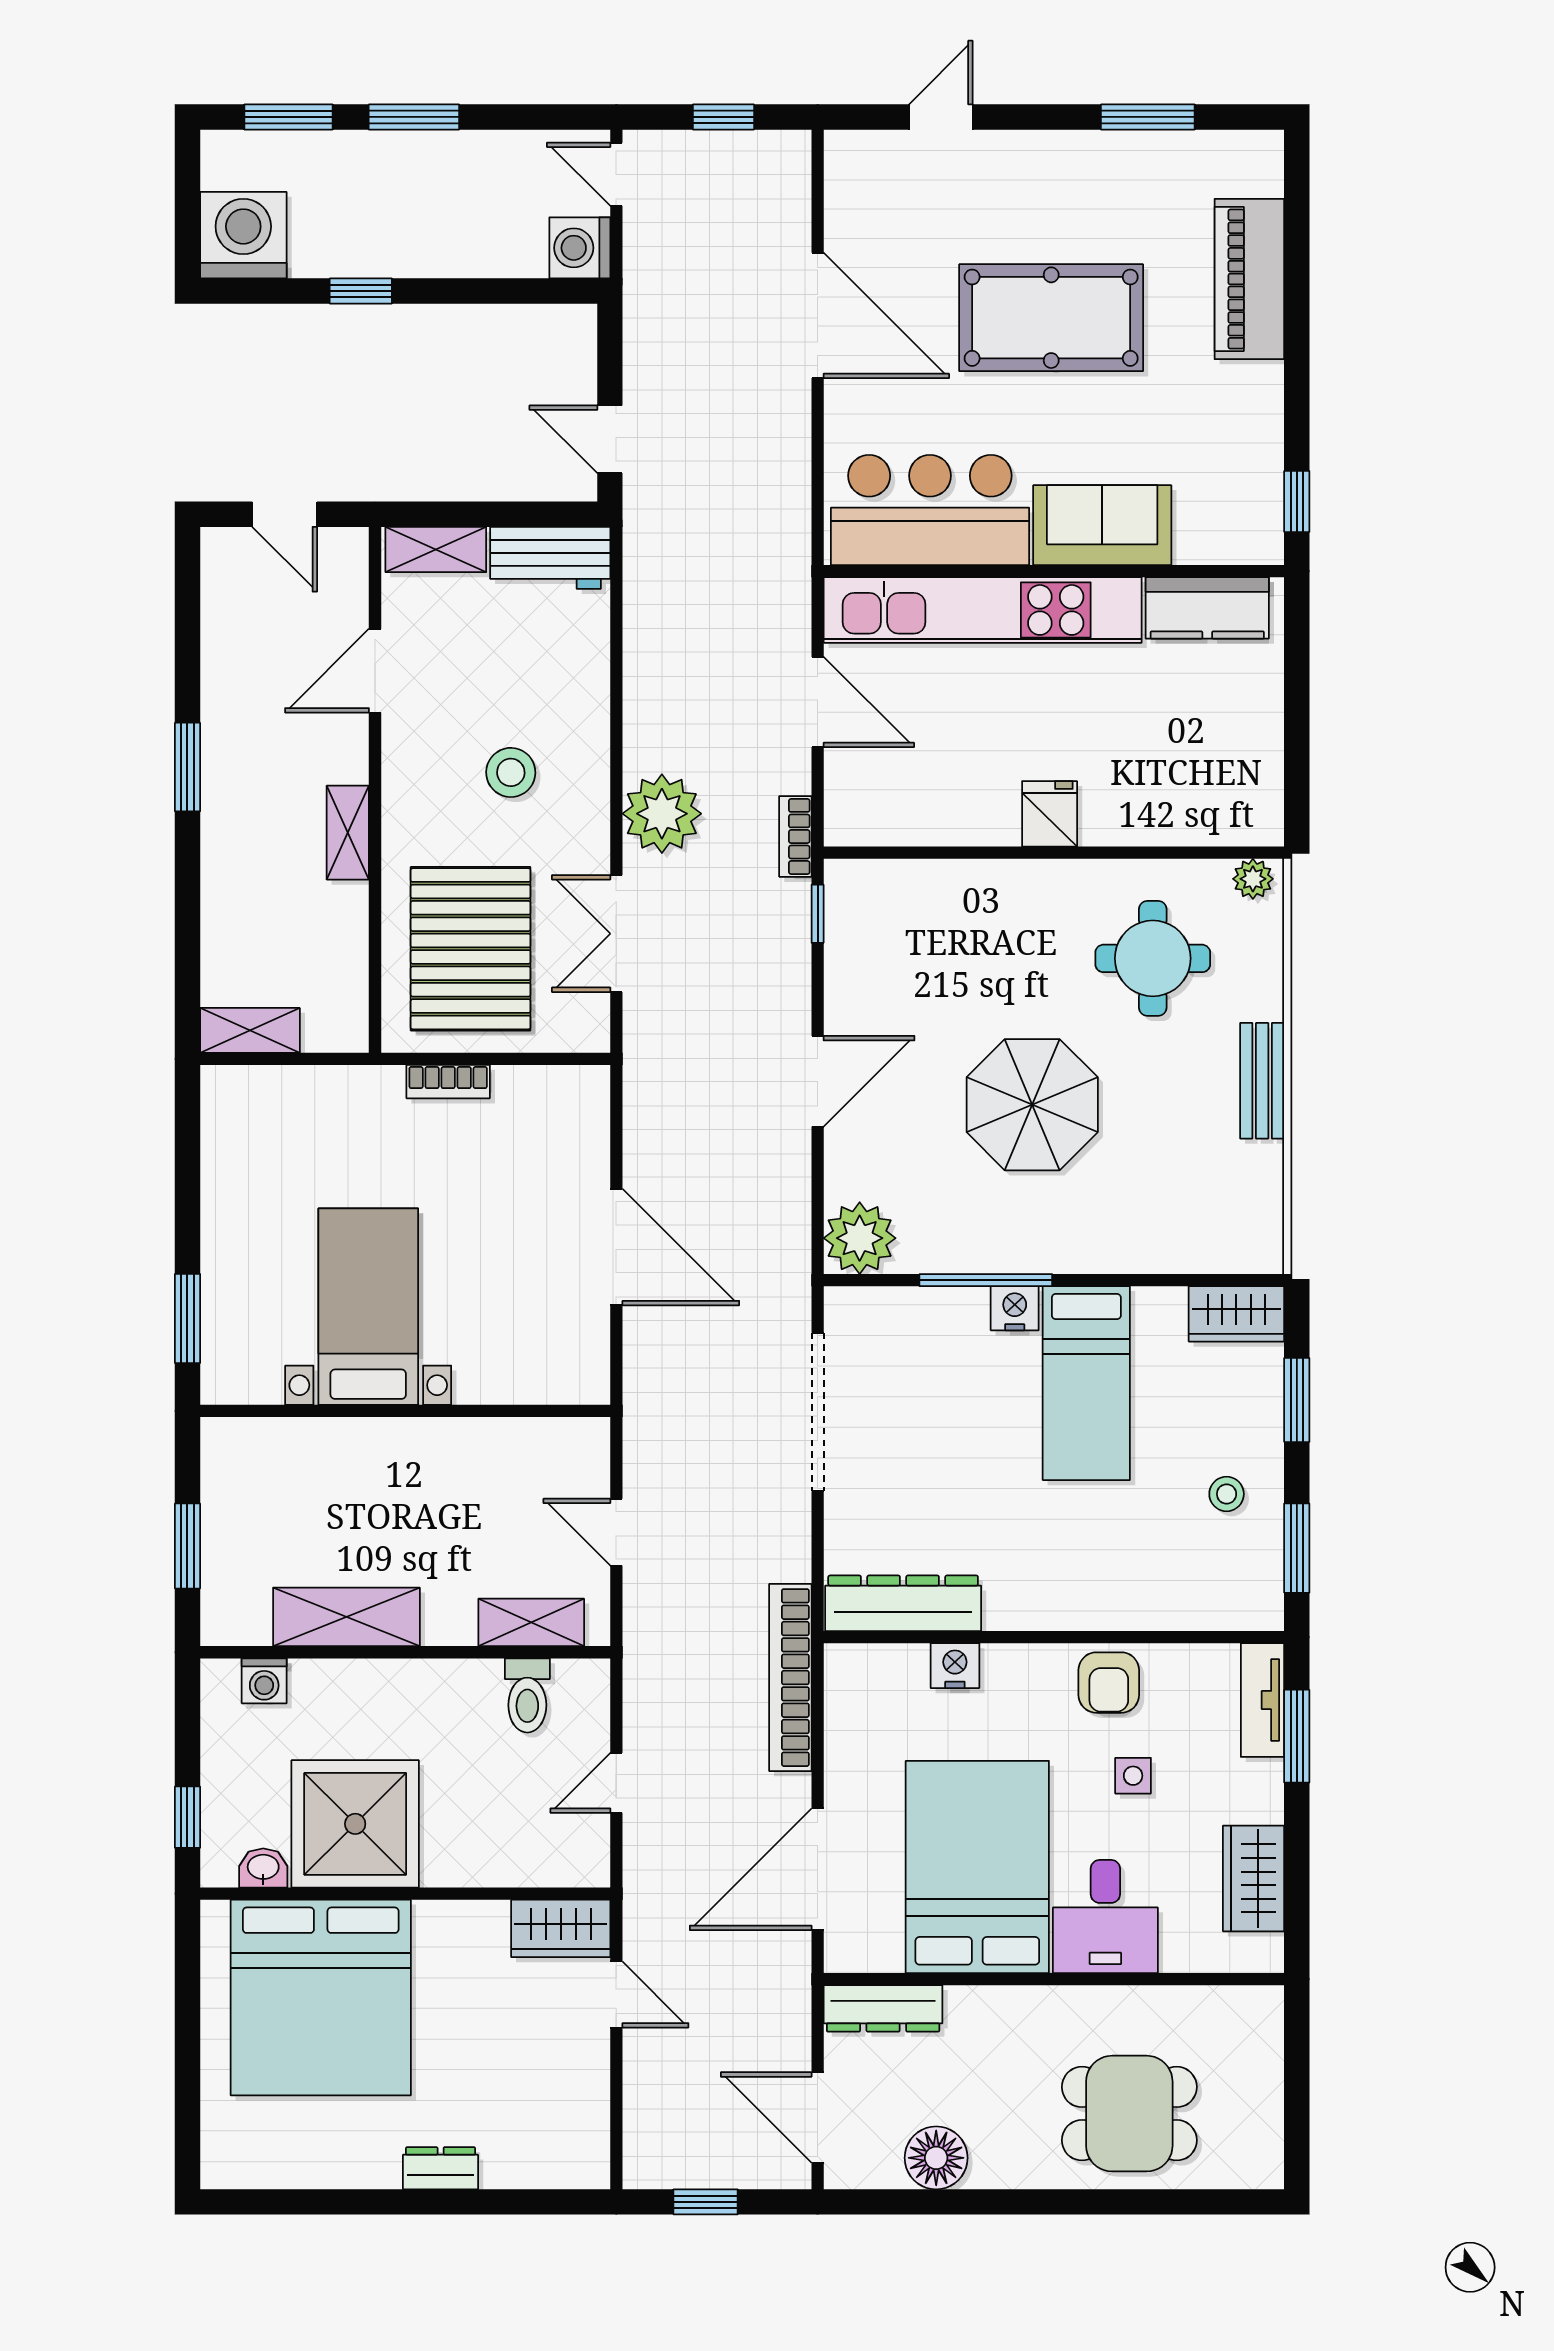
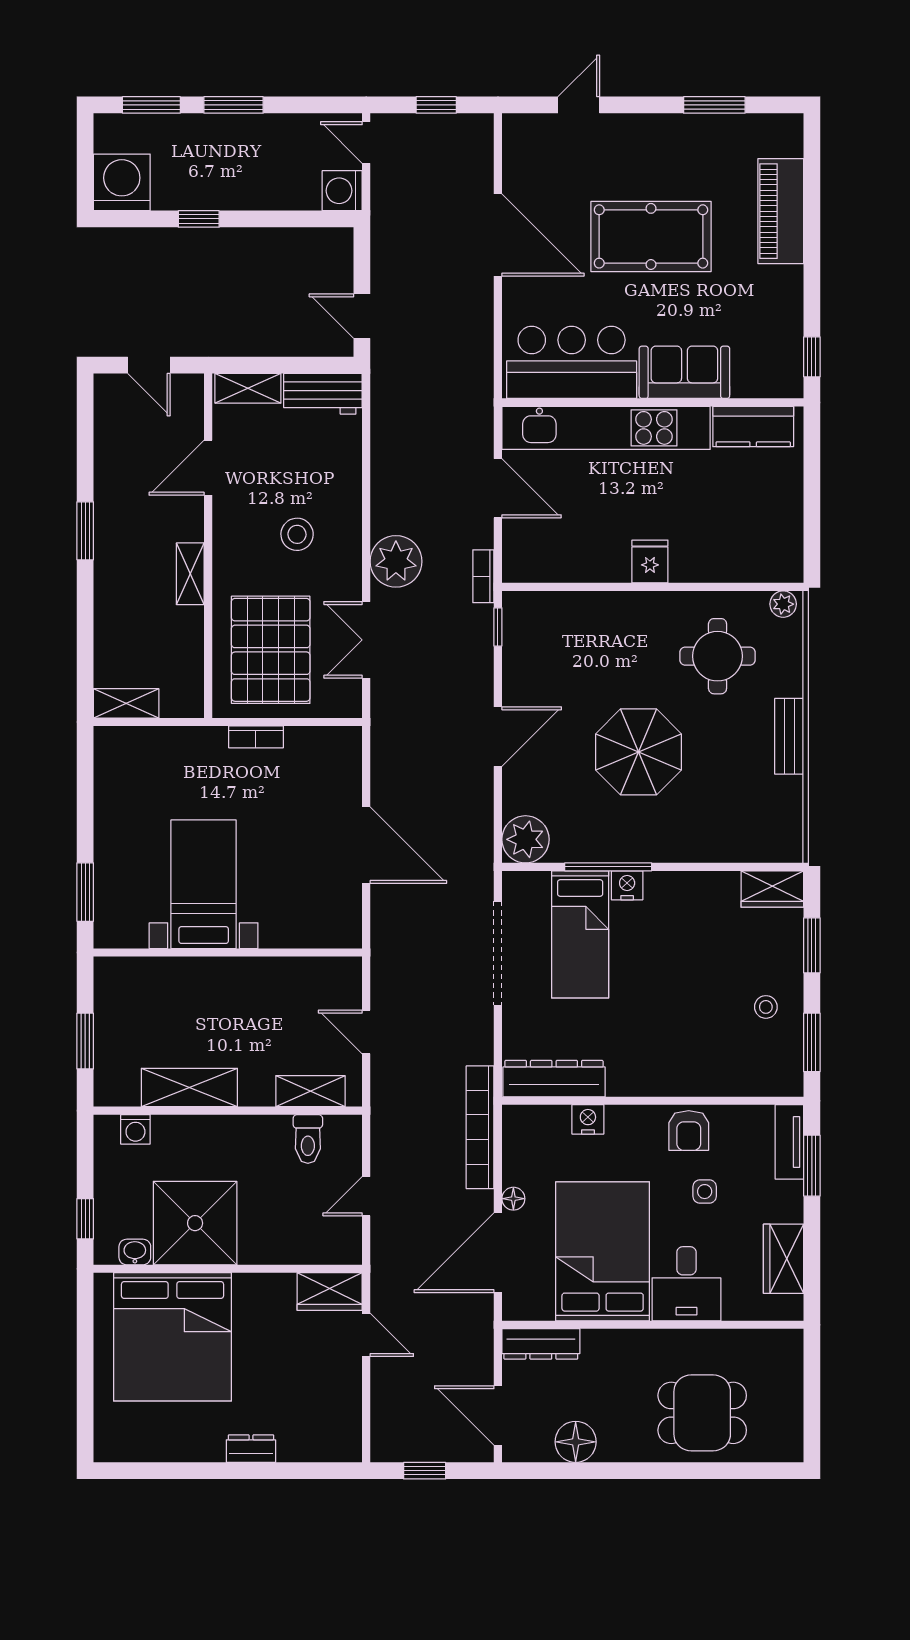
bed: (1086, 1383) -> (580, 934), moved
floor lamp: (841, 1787) -> (513, 1199), added

